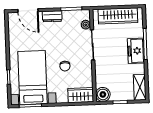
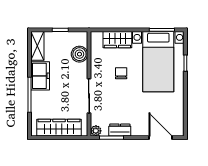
dresser: (52, 16) -> (120, 130), moved
plant: (86, 25) -> (96, 131), moved
freezer: (136, 51) -> (40, 76), moved
boiler: (103, 94) -> (79, 54), moved
wardrobe: (81, 95) -> (117, 40), moved

